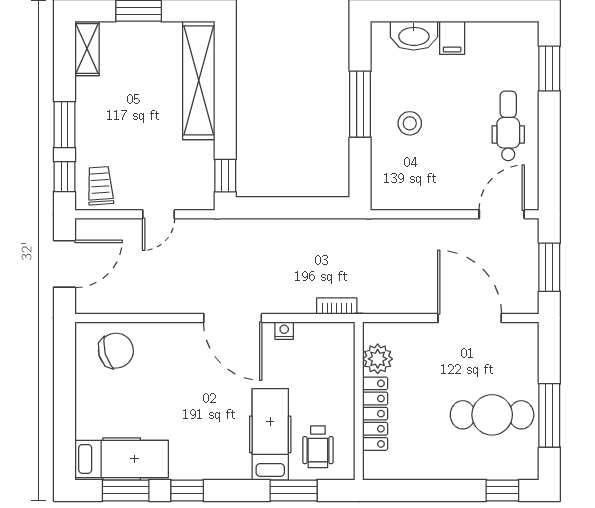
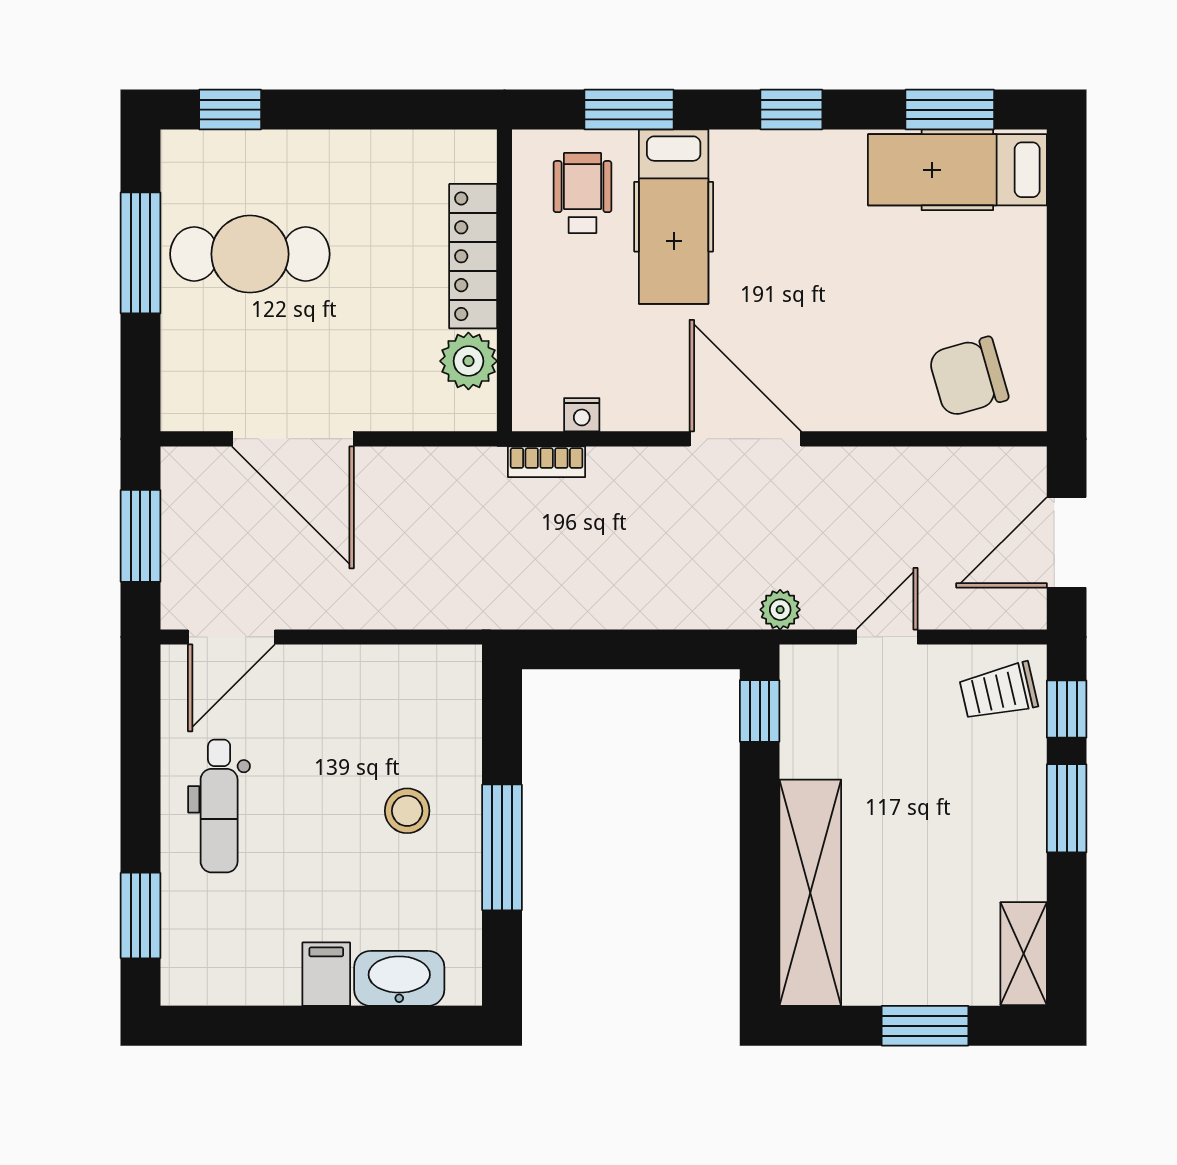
trolley: (100, 186) -> (999, 691), turned 81
plant: (214, 229) -> (780, 610), added
nightstand: (284, 331) -> (582, 415), moved
window: (187, 490) -> (791, 110), moved

